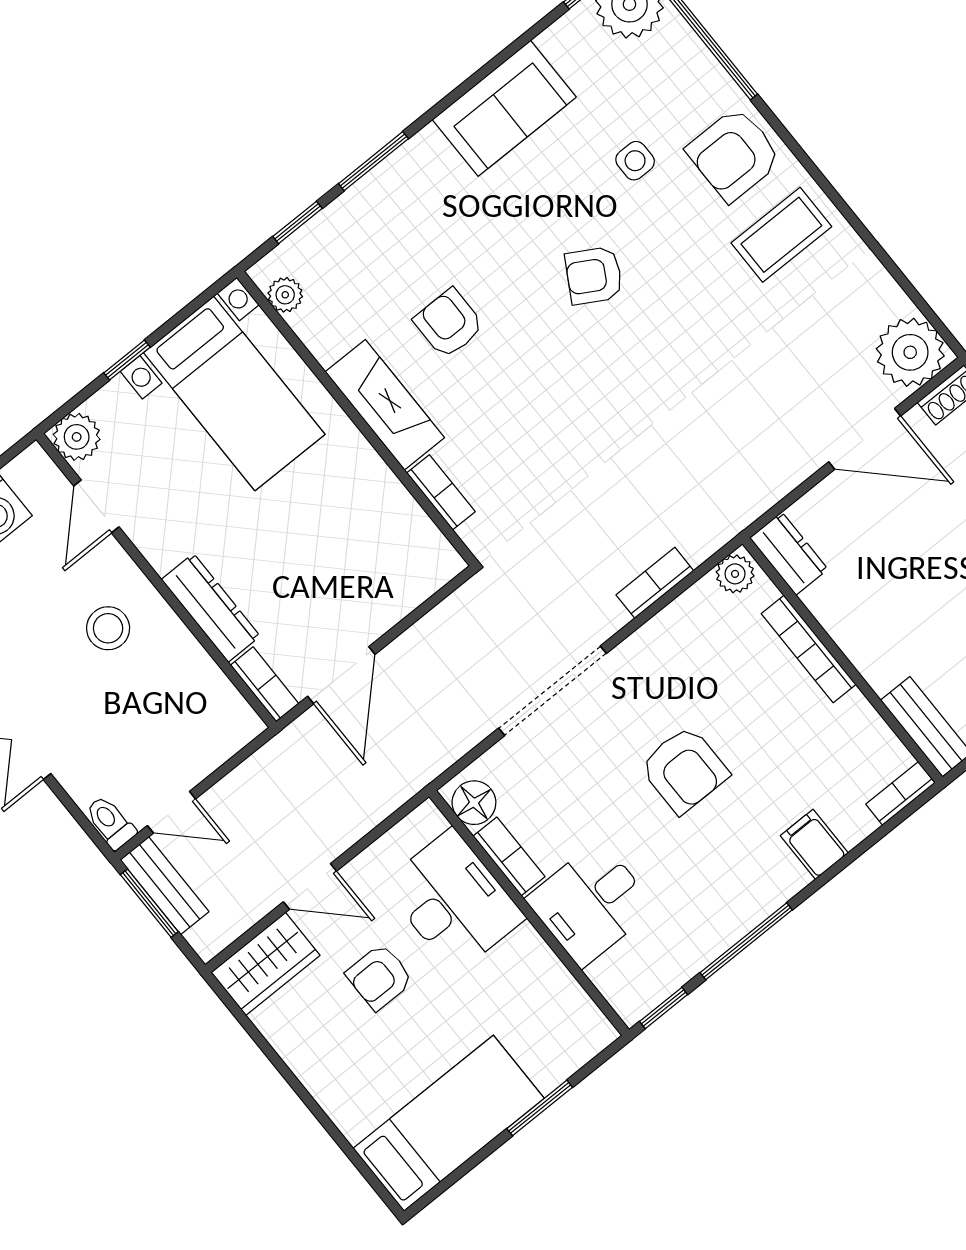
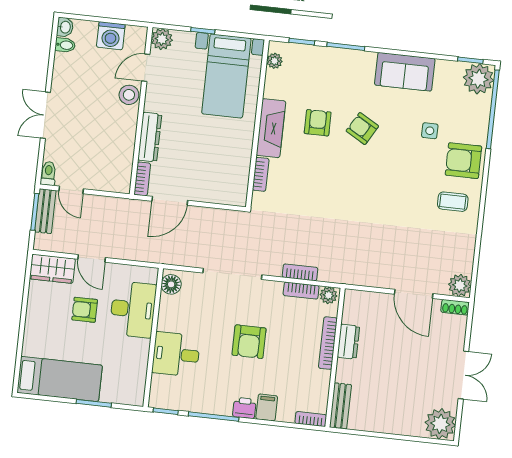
coffee table: (781, 235) -> (453, 202), width x0.73, depth x0.77
armchair: (594, 275) -> (362, 129), moved
plant: (910, 352) -> (460, 285), width x0.73, depth x0.73
dresser: (789, 553) -> (348, 342), moved
stool: (108, 628) -> (129, 95), moved
bookcase: (509, 856) -> (301, 291), moved, turned 90
printer: (780, 880) -> (244, 408), added

